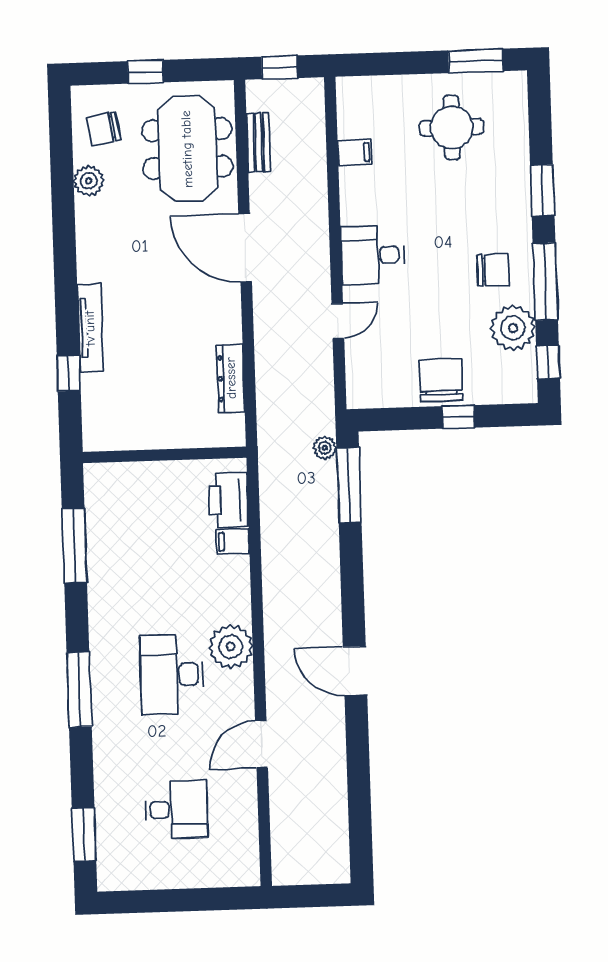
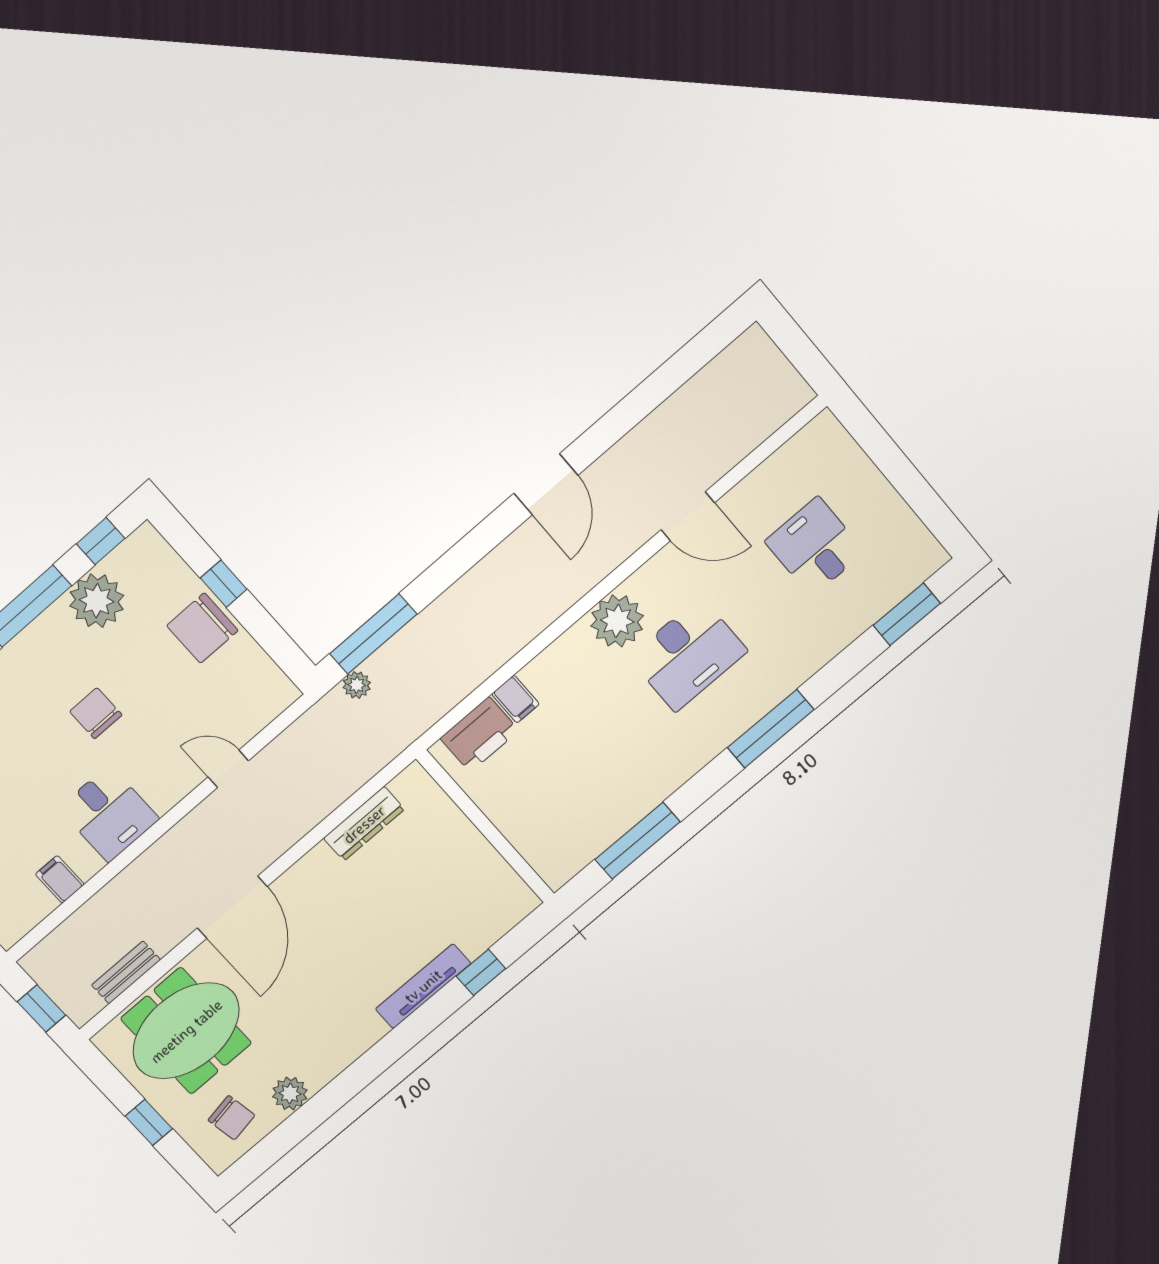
desk: (373, 255) -> (109, 814), moved
chair: (493, 270) -> (96, 713), moved

